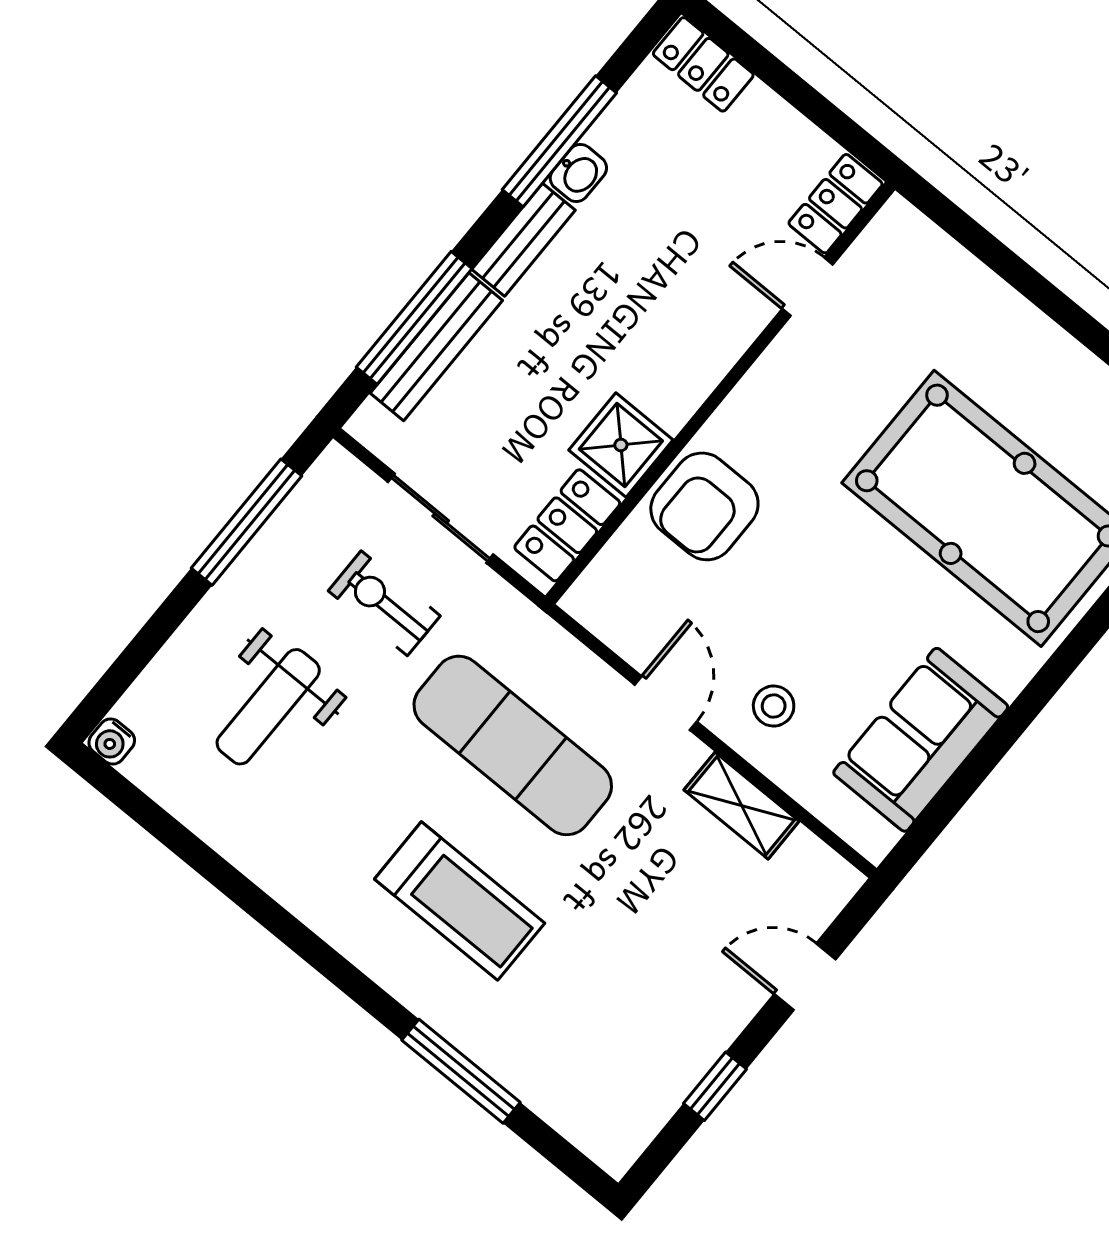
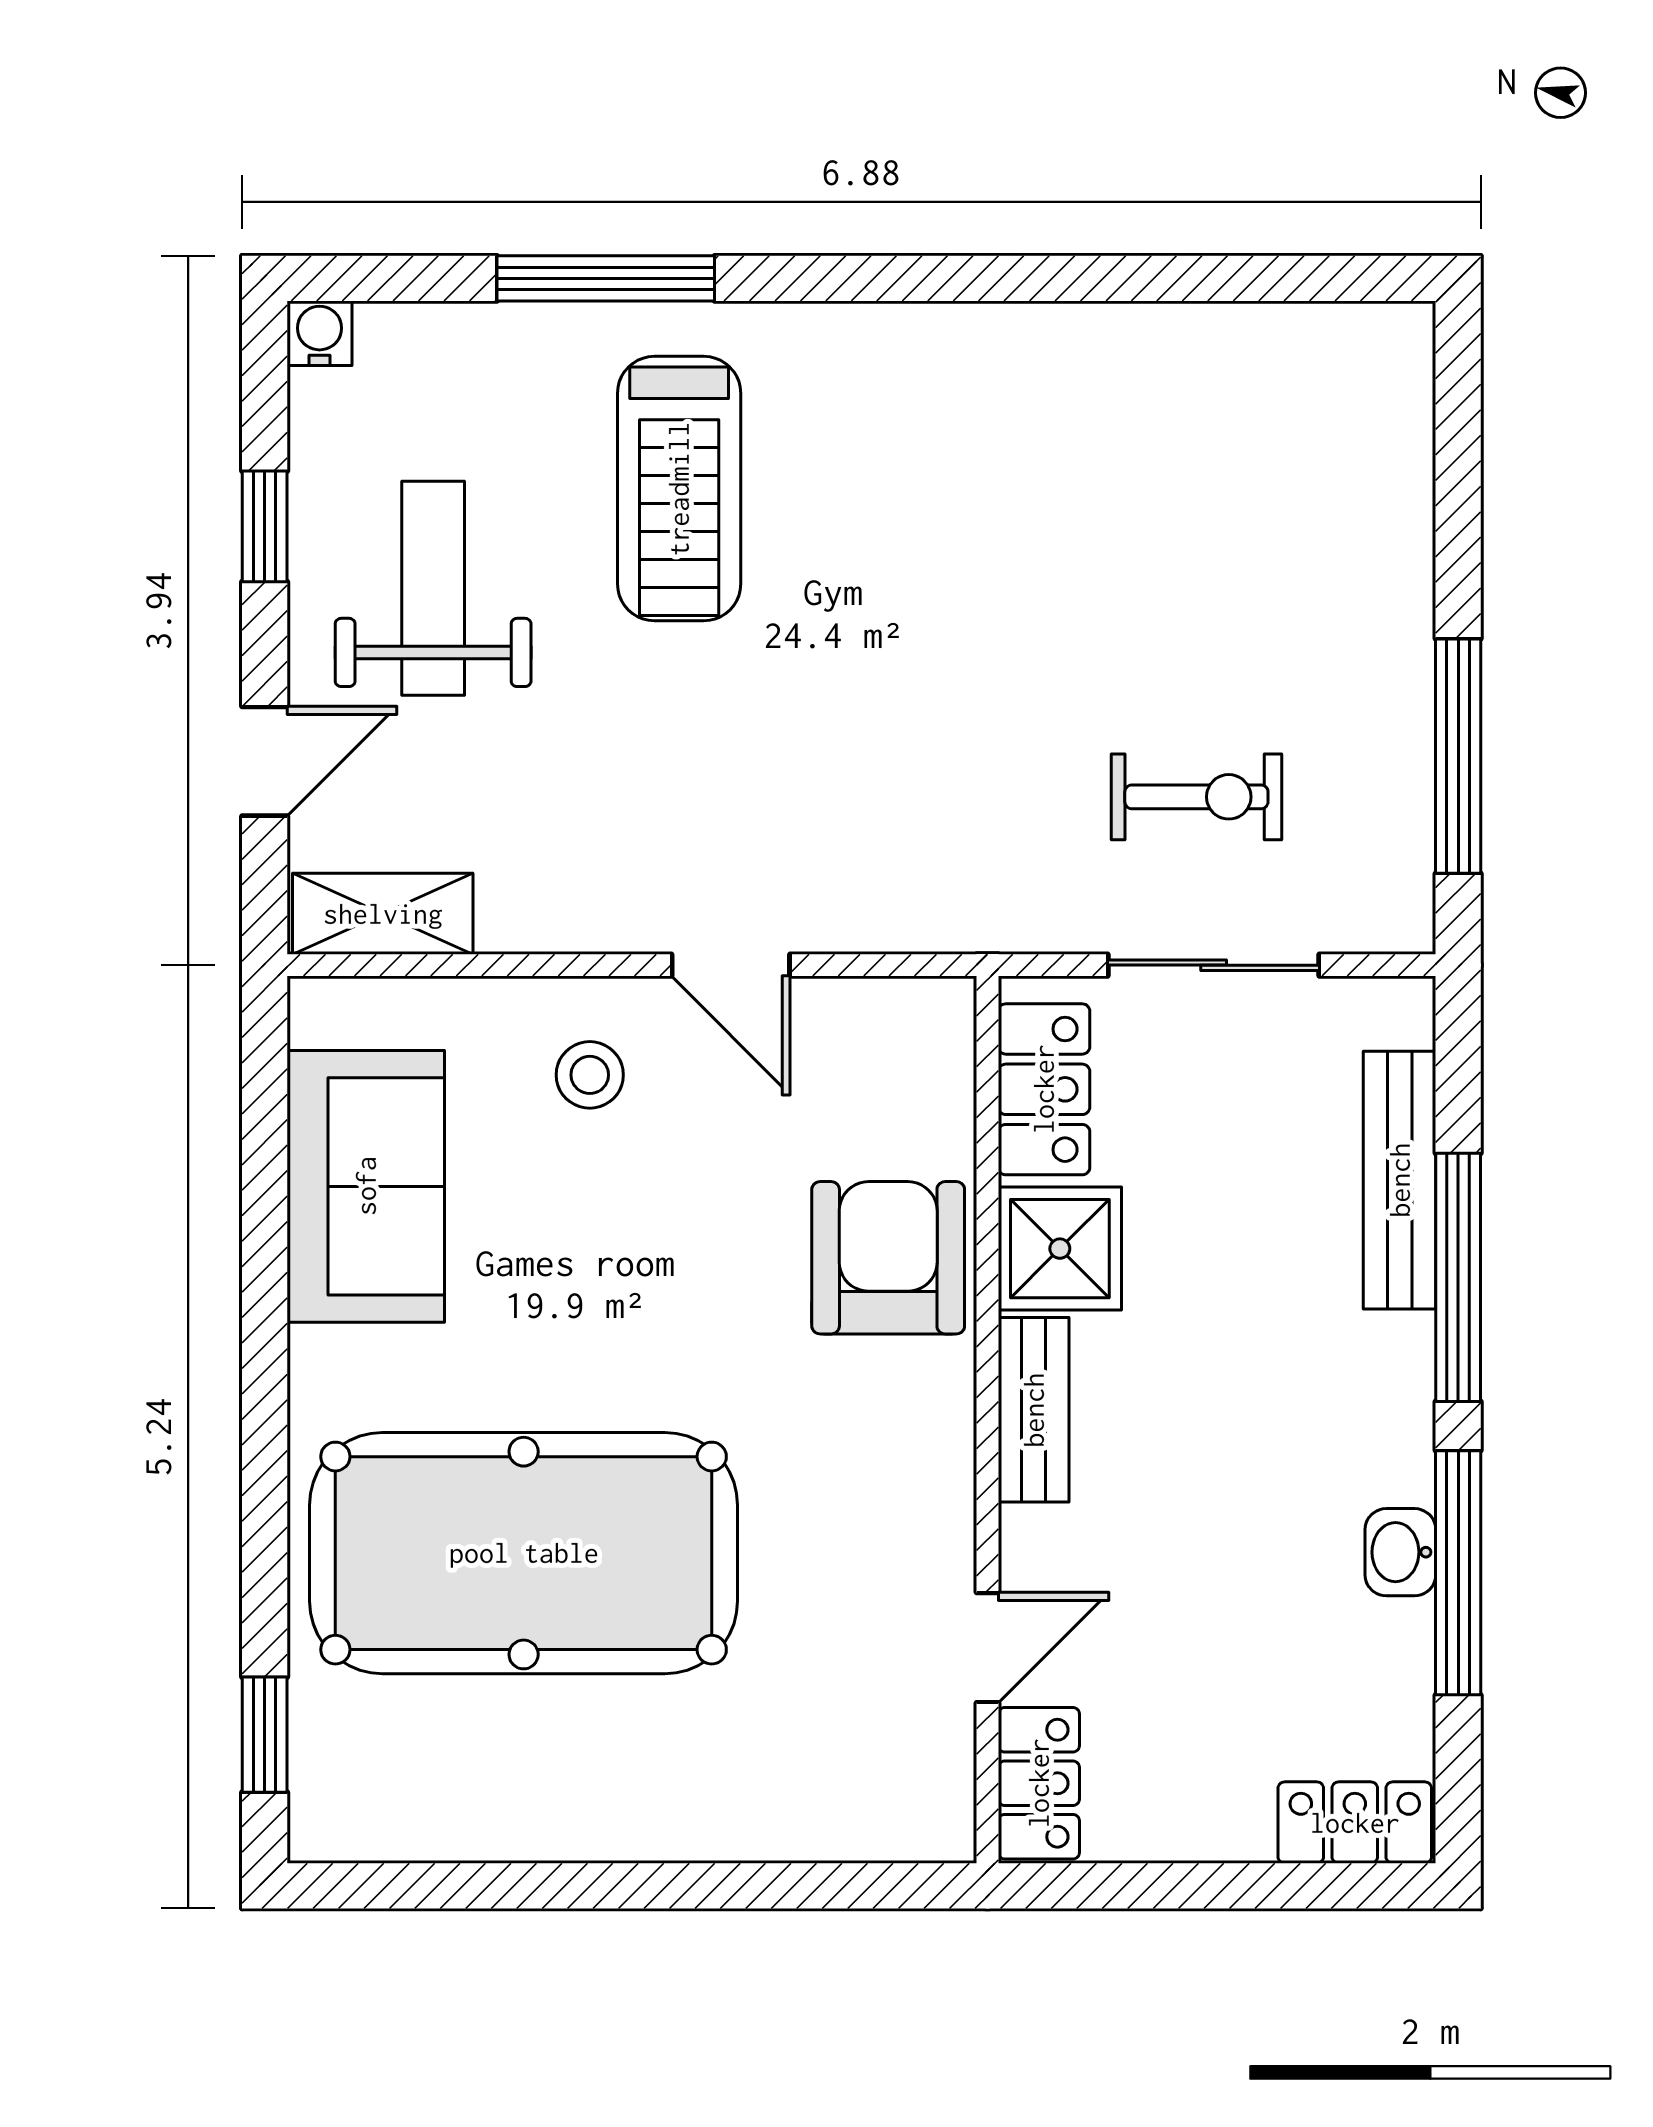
bench: (523, 240) -> (1034, 1410), moved
window: (414, 318) -> (1458, 1277), moved
weight bench: (268, 707) -> (433, 588), moved
water cooler: (112, 742) -> (320, 333), moved
exercise mat: (513, 745) -> (882, 750), removed
shelving: (742, 806) -> (383, 914), moved
treadmill: (460, 901) -> (679, 489), moved, turned -90

